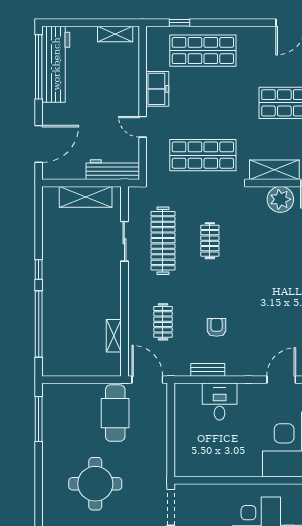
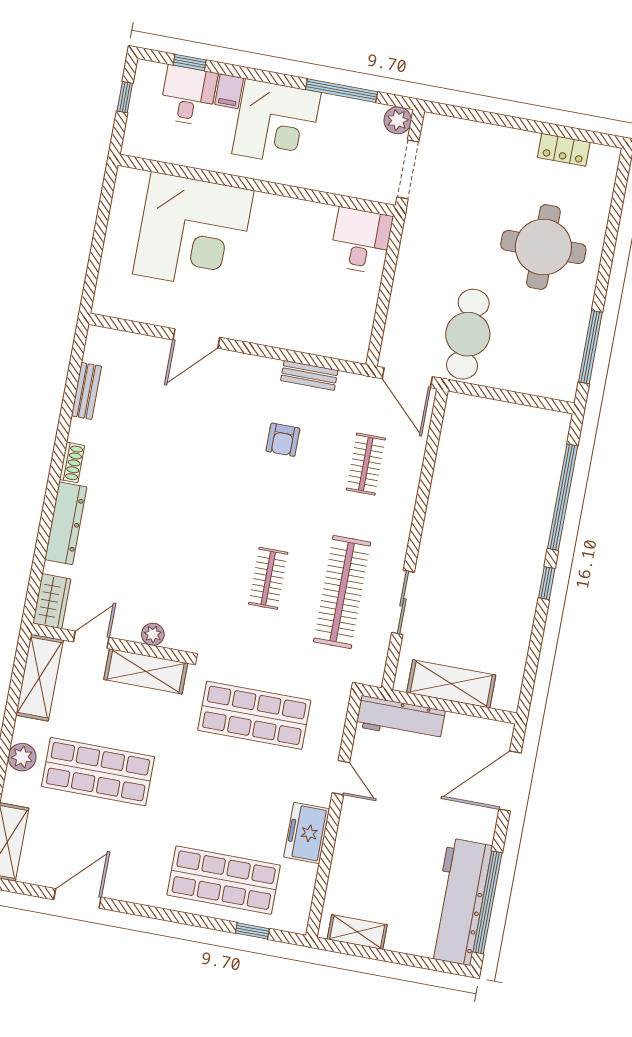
plant: (280, 199) -> (153, 634), width x0.53, depth x0.53
shelving: (114, 336) -> (447, 457), removed
desk: (220, 402) -> (361, 240), moved, turned 180
round table: (95, 484) -> (543, 247), moved

